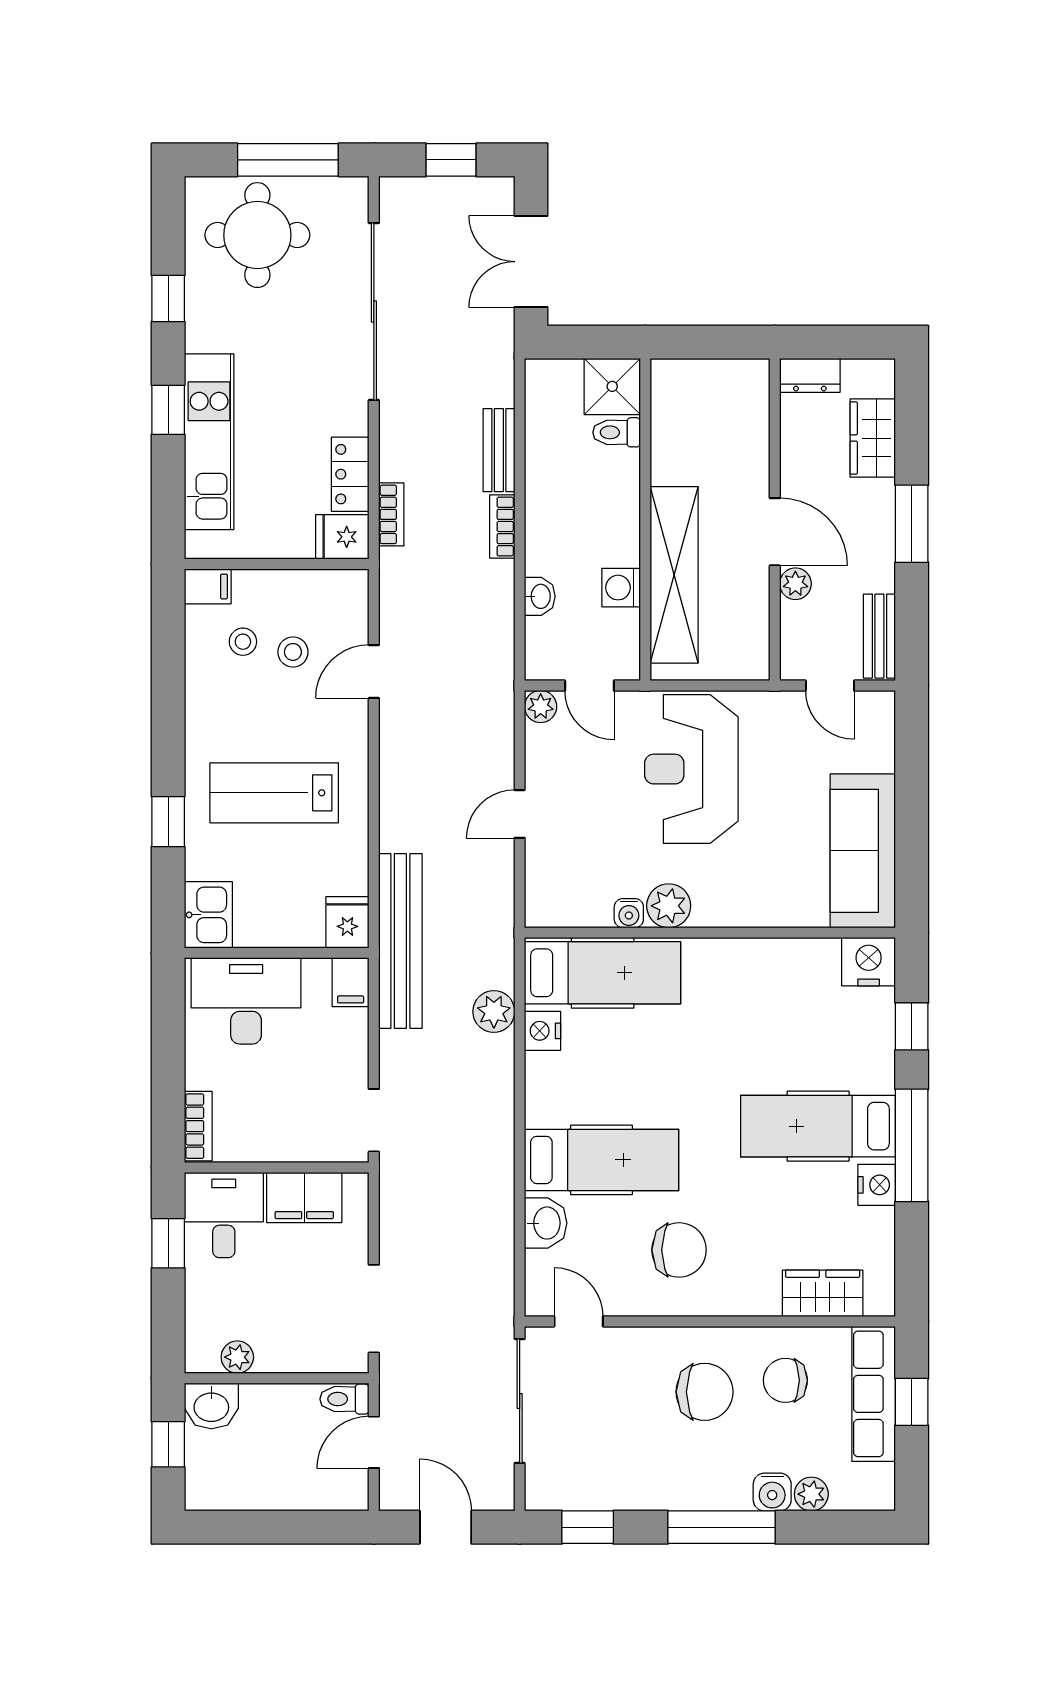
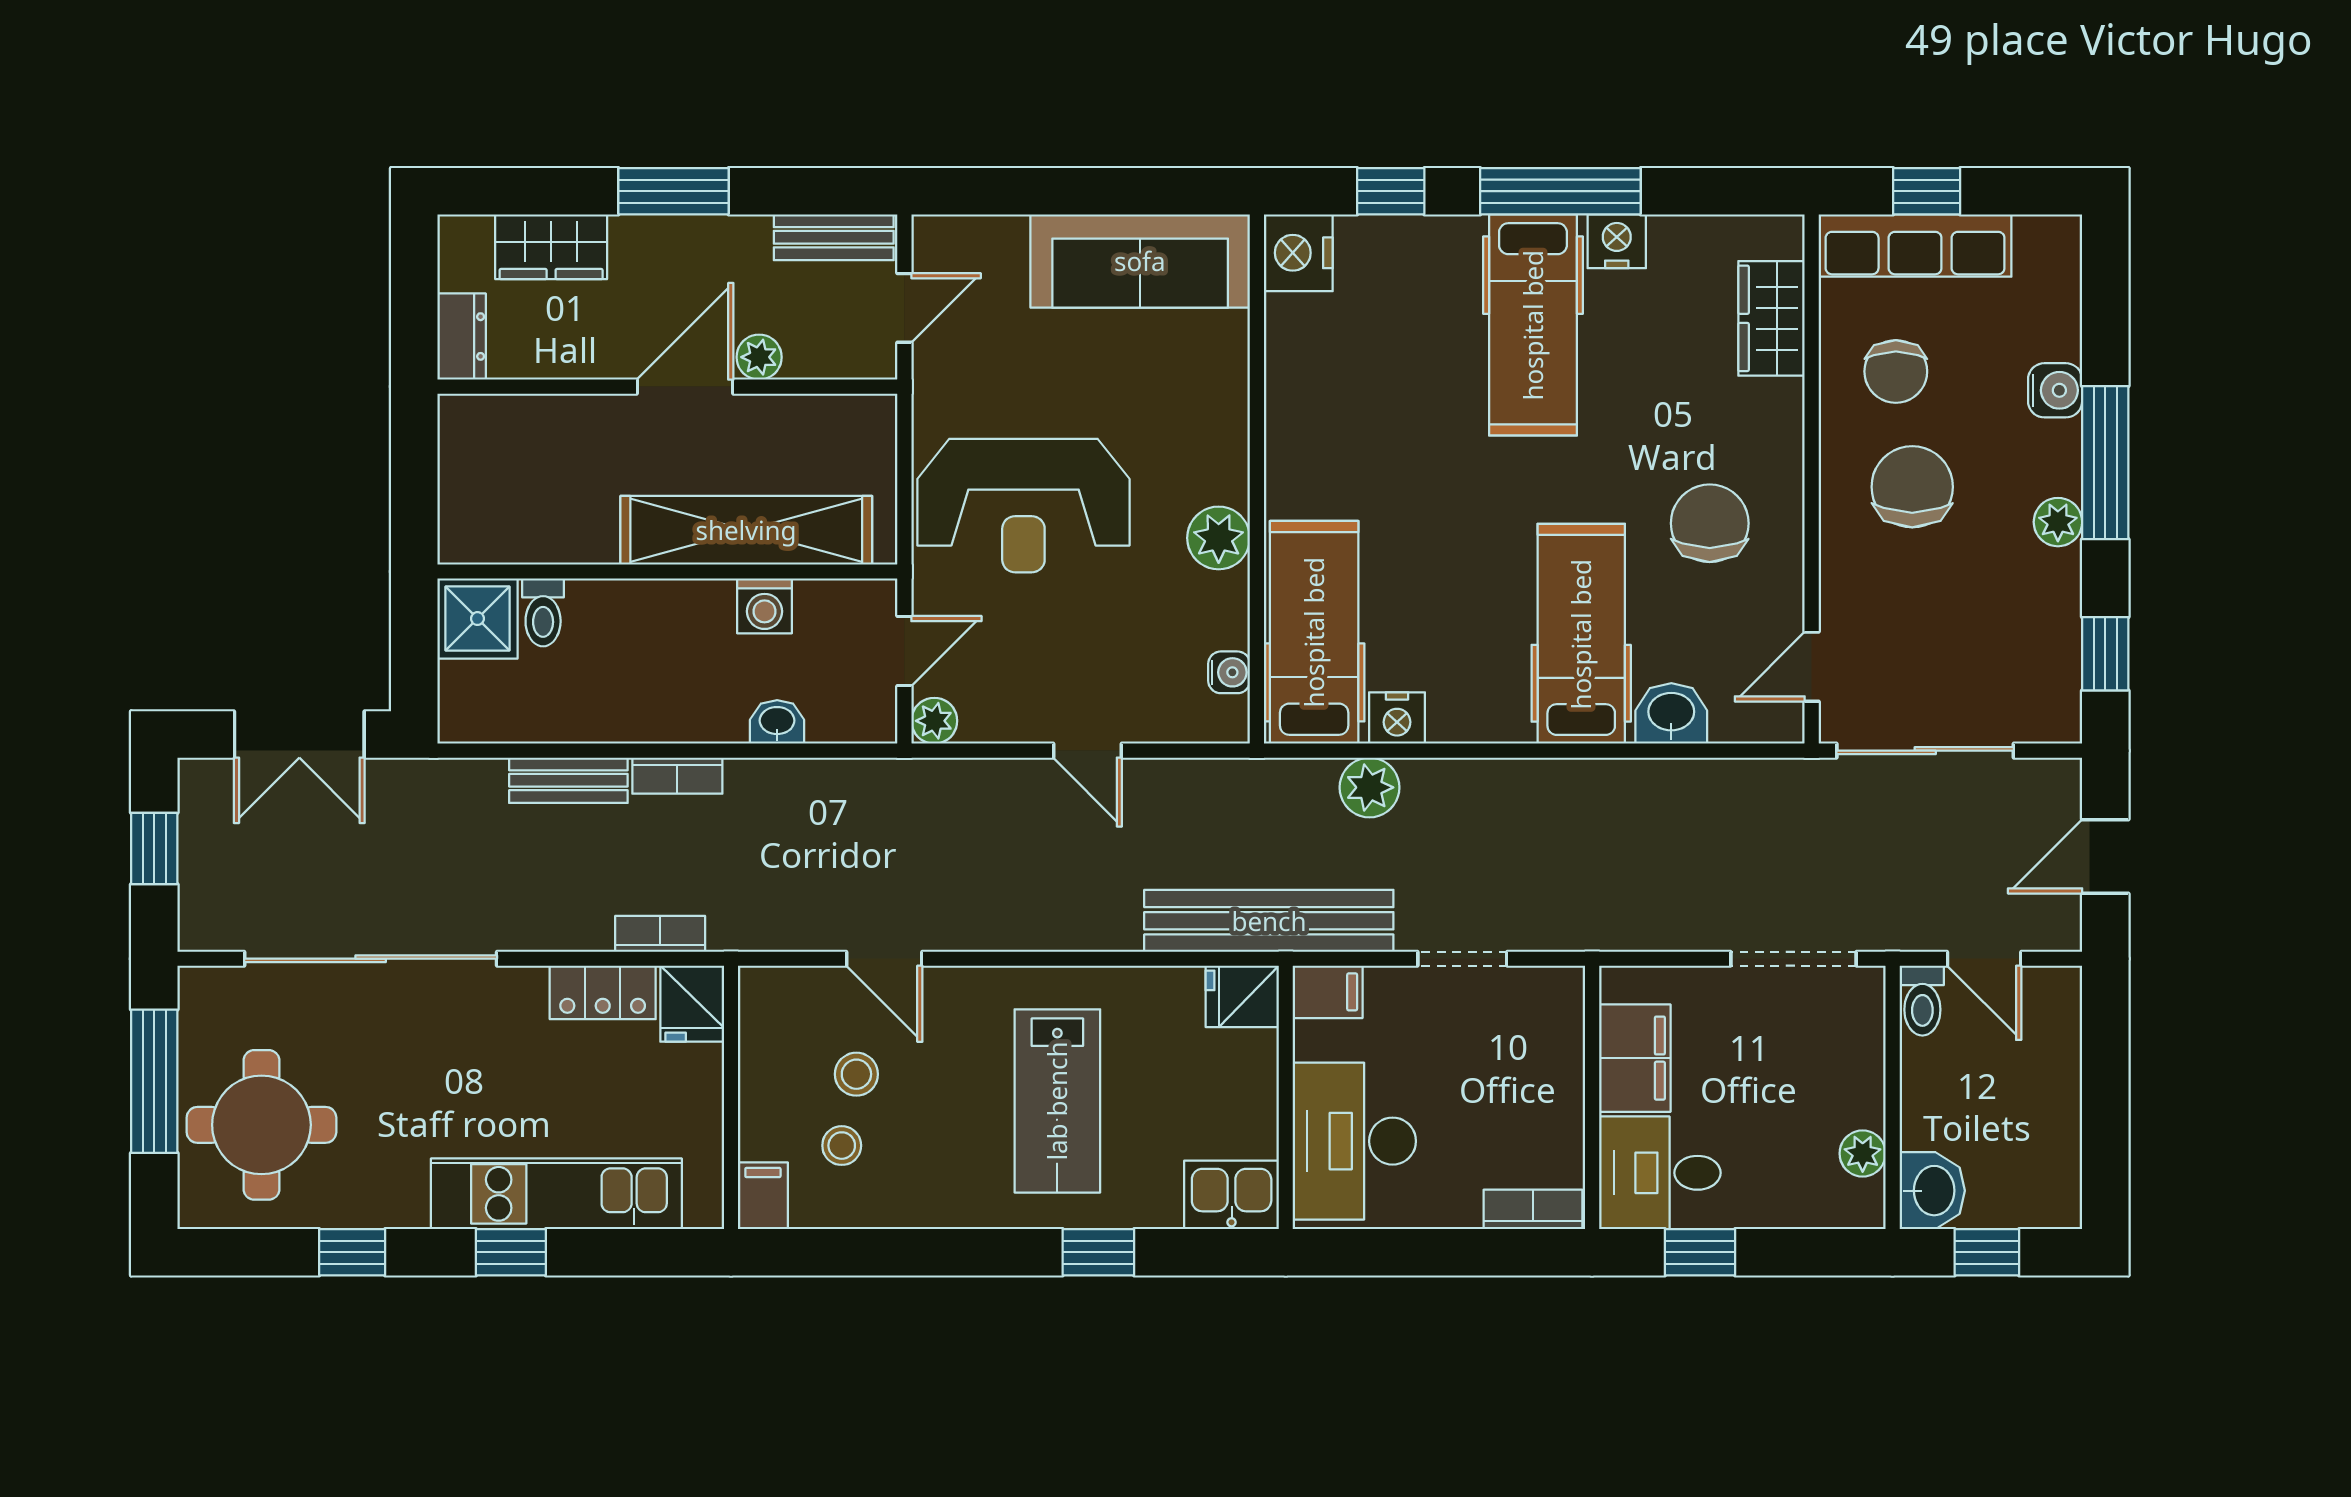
water cooler: (629, 913) -> (1229, 672), moved
doorway: (374, 1120) -> (1462, 959), moved
plant: (811, 1494) -> (2058, 522), moved

